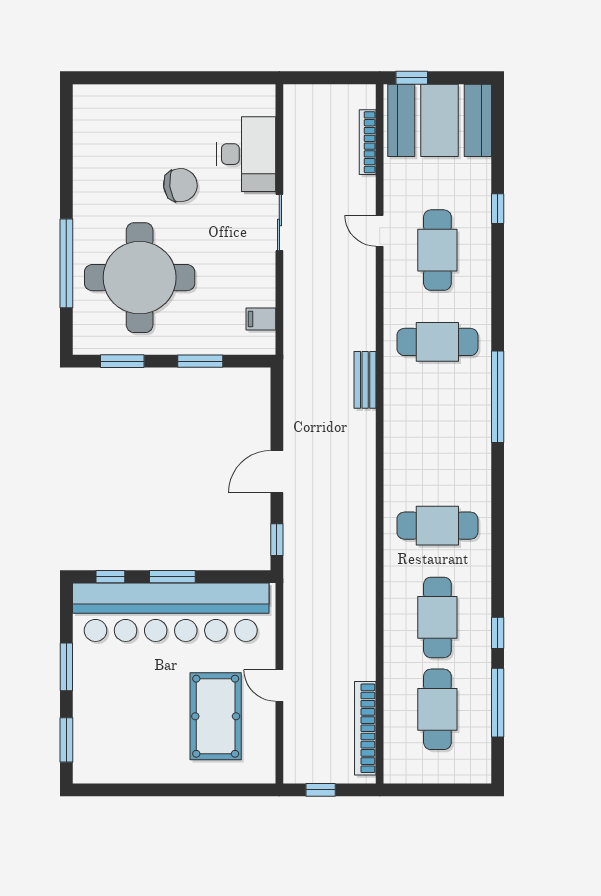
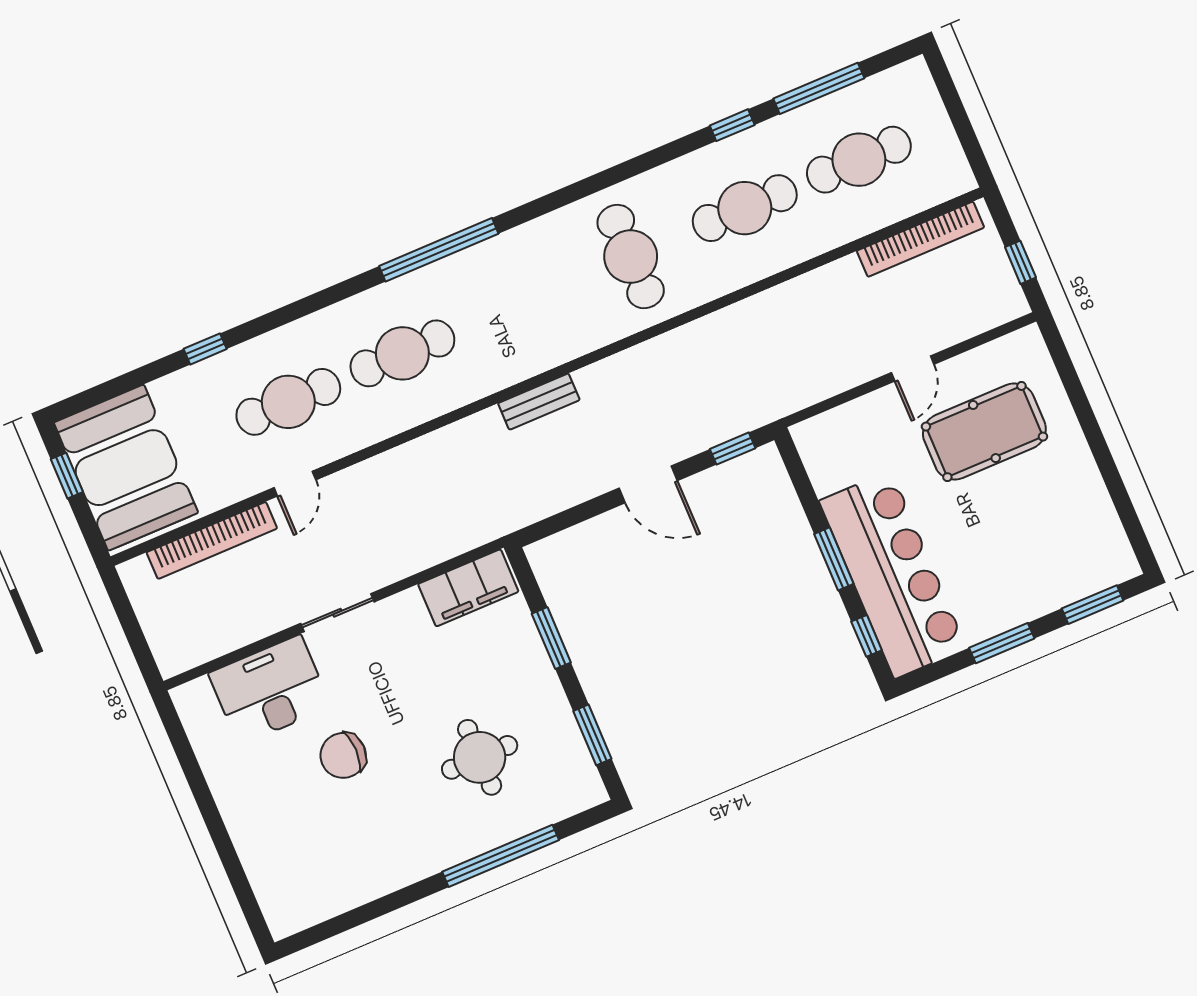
window: (412, 78) -> (67, 476), moved
bookcase: (368, 142) -> (212, 540), width x1.48, depth x1.31
chair: (180, 185) -> (343, 755), turned -83
round table: (140, 278) -> (480, 757), width x0.54, depth x0.54
filing cabinet: (261, 319) -> (468, 588), width x3.00, depth x1.17
cafe table: (437, 342) -> (402, 353), turned 90
bench: (365, 380) -> (539, 402), moved
bar counter: (171, 612) -> (893, 575), width x0.73

